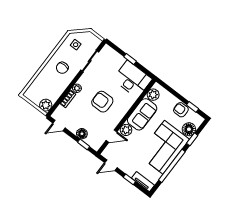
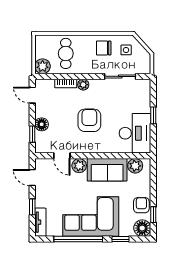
chair: (62, 68) -> (104, 48), moved
cafe table: (49, 84) -> (66, 53), added
floor lamp: (189, 129) -> (142, 228), moved

